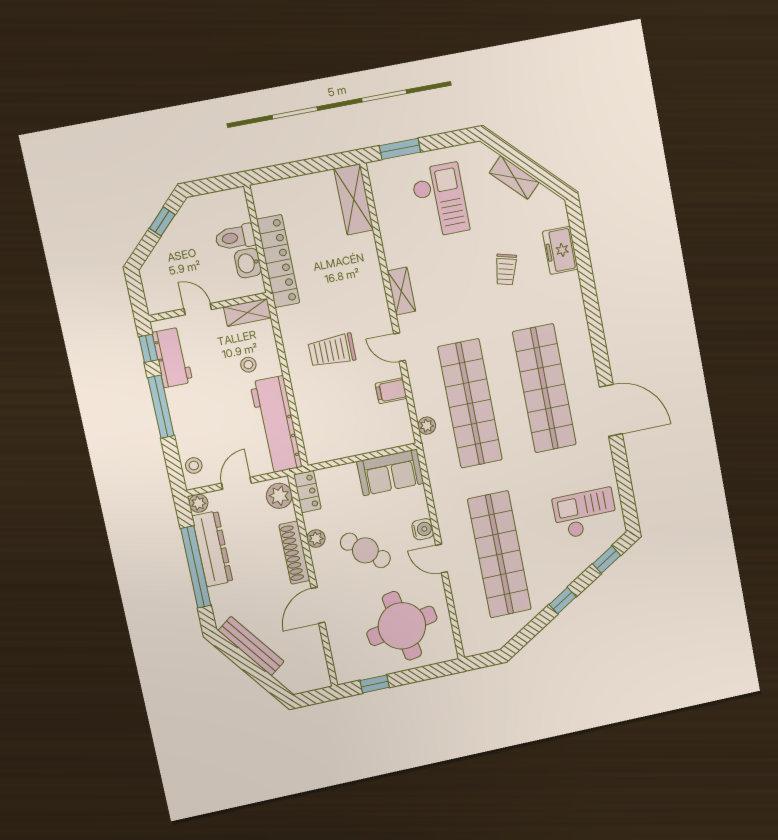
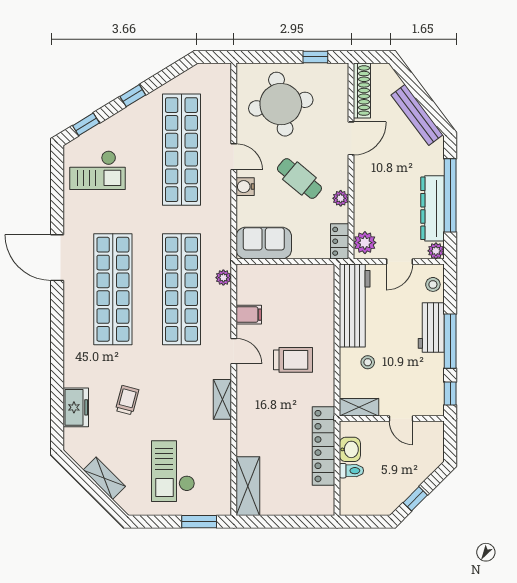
toilet: (235, 237) -> (351, 471), width x0.73, depth x0.72
workbench: (172, 357) -> (431, 328), moved
shoe rack: (294, 553) -> (362, 91), moved

